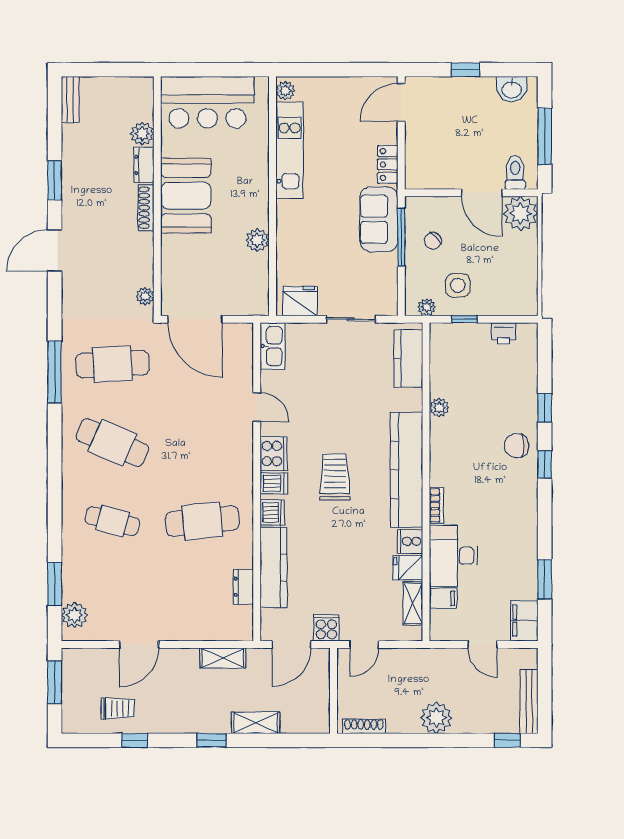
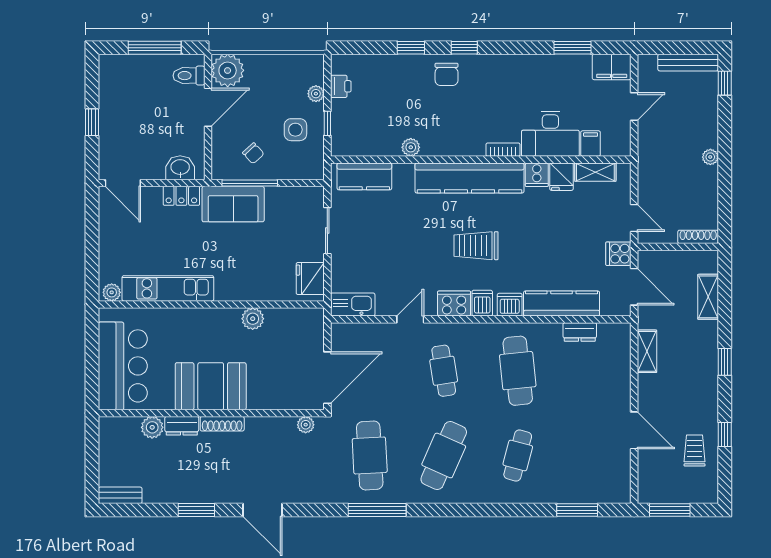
washbasin: (512, 89) -> (180, 168), moved, turned -90
plant: (427, 307) -> (316, 94), moved
cafe table: (202, 443) -> (444, 371), added
plant: (74, 615) -> (607, 491), removed
plant: (436, 718) -> (710, 157), width x0.53, depth x0.53
shelving: (256, 723) -> (708, 297), moved
shoe rack: (364, 726) -> (698, 237), moved, turned 90

